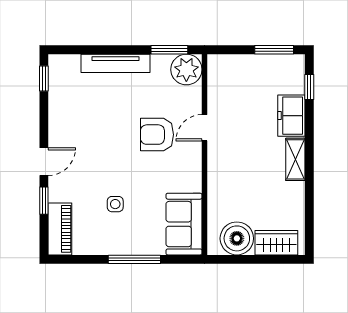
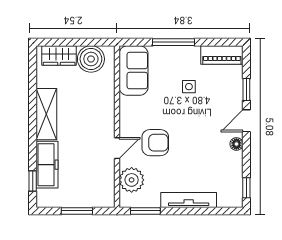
window: (274, 50) -> (77, 211), moved
plant: (186, 70) -> (132, 180), moved
freezer: (291, 116) -> (47, 165), width x1.40
floor lamp: (56, 133) -> (236, 144), added
shelving: (295, 159) -> (46, 114), width x1.50, depth x1.33
piano: (60, 229) -> (222, 55), moved, turned -90

